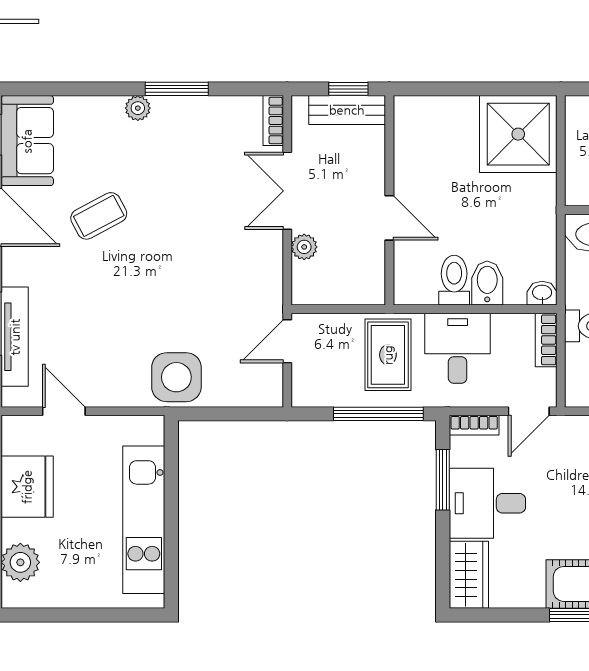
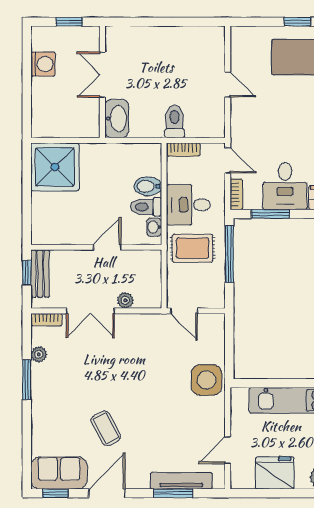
plant: (138, 108) -> (39, 354), moved
washbasin: (542, 293) -> (154, 227), moved

